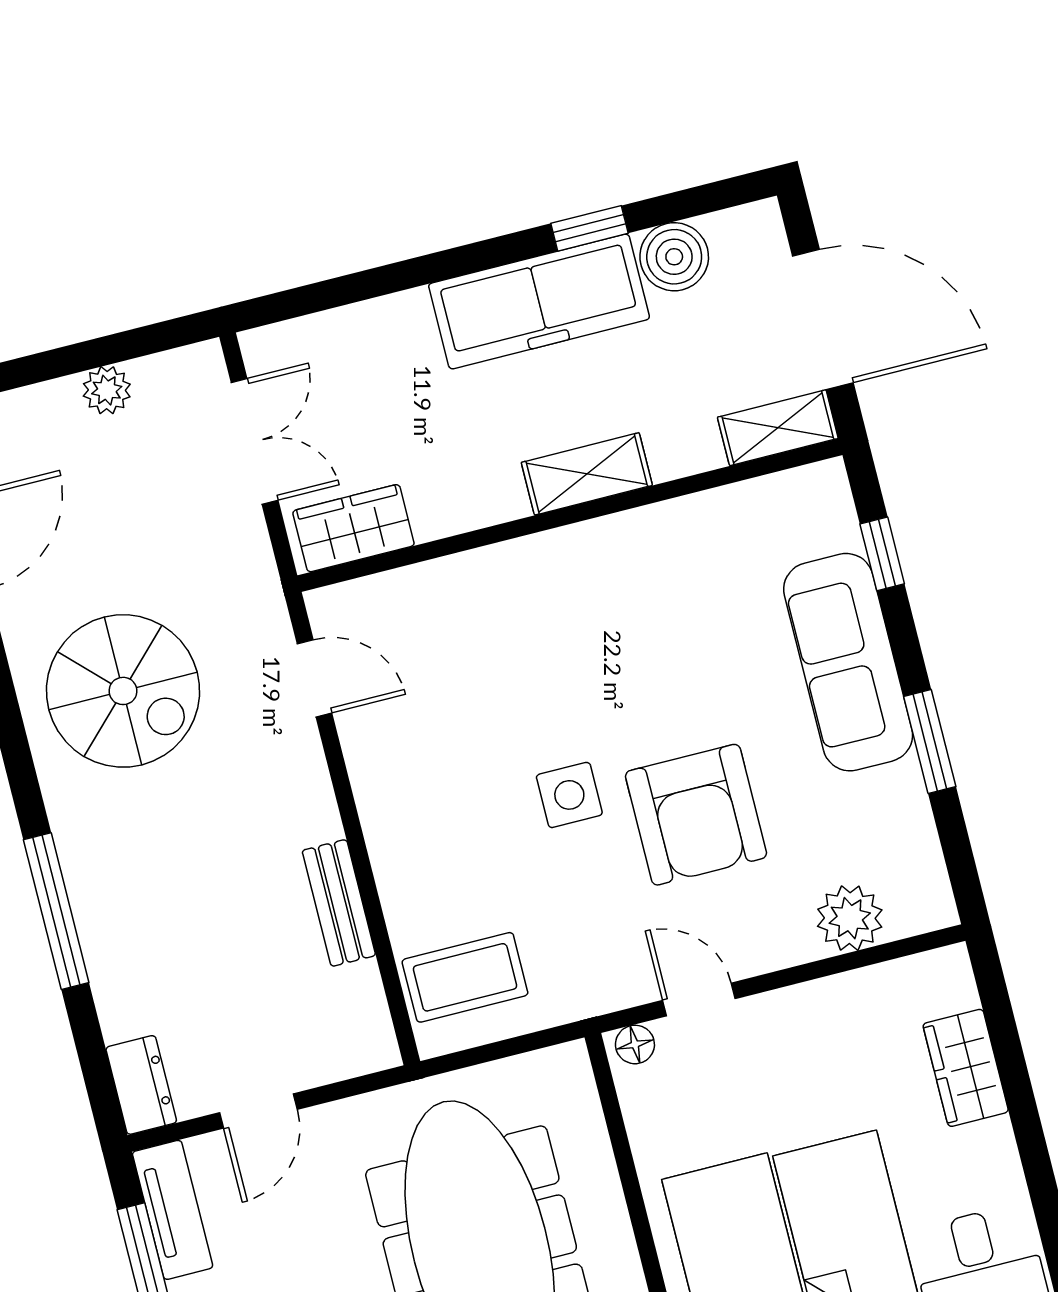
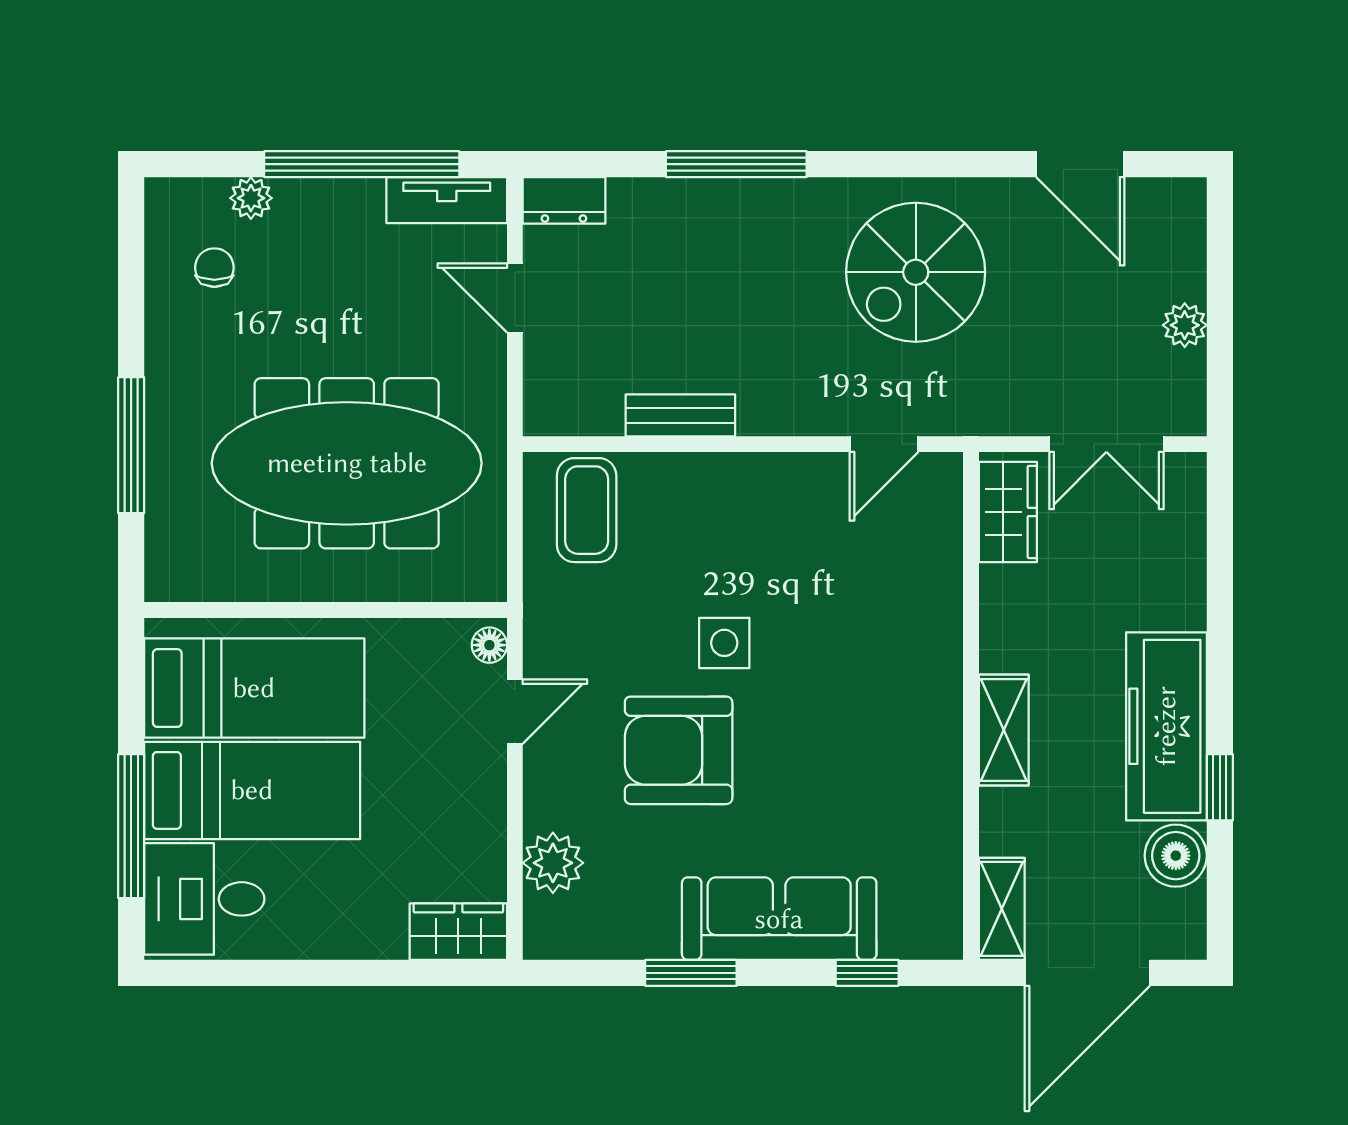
wardrobe: (966, 1068) -> (458, 932), moved

